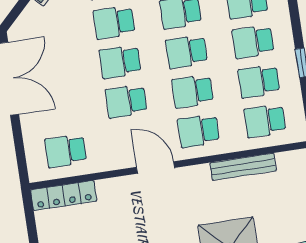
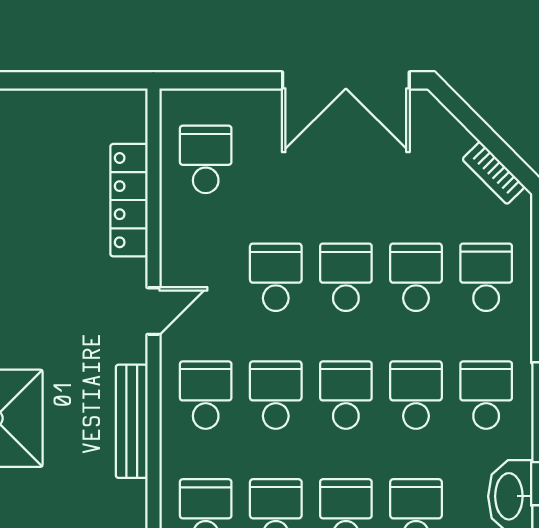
door: (156, 167) -> (154, 311), width x0.73
bench: (243, 167) -> (132, 421), moved
locker: (64, 196) -> (129, 200), moved

